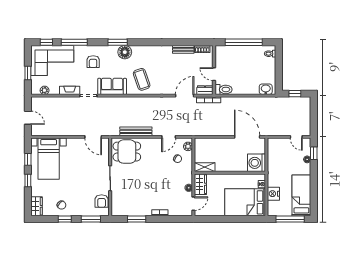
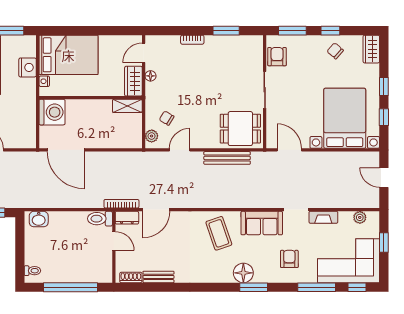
bed with nightstands: (49, 159) -> (345, 118), width x1.36

